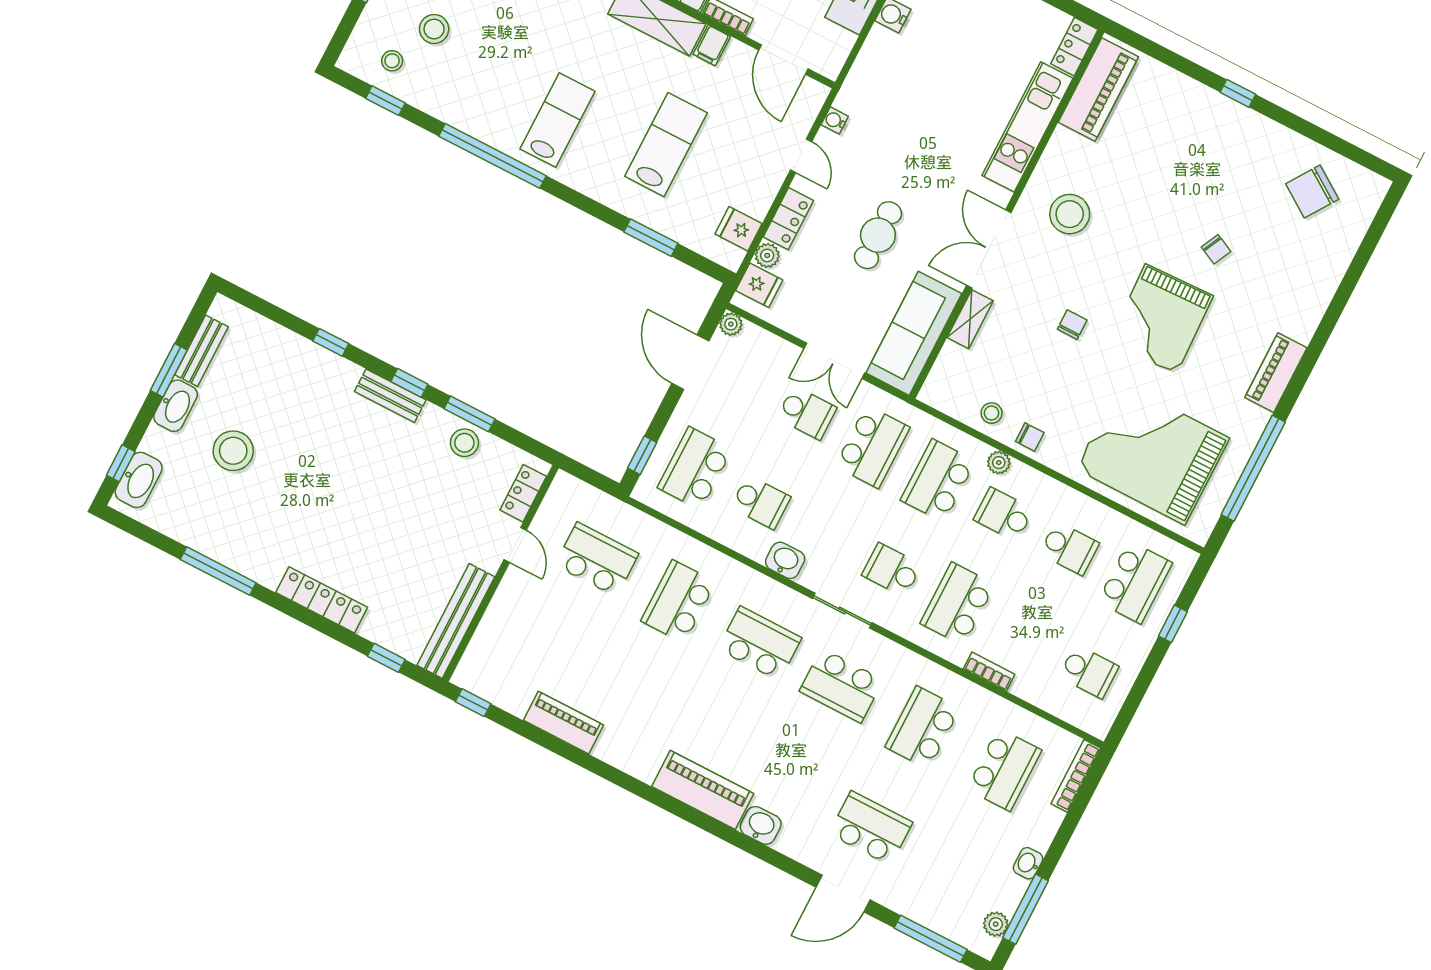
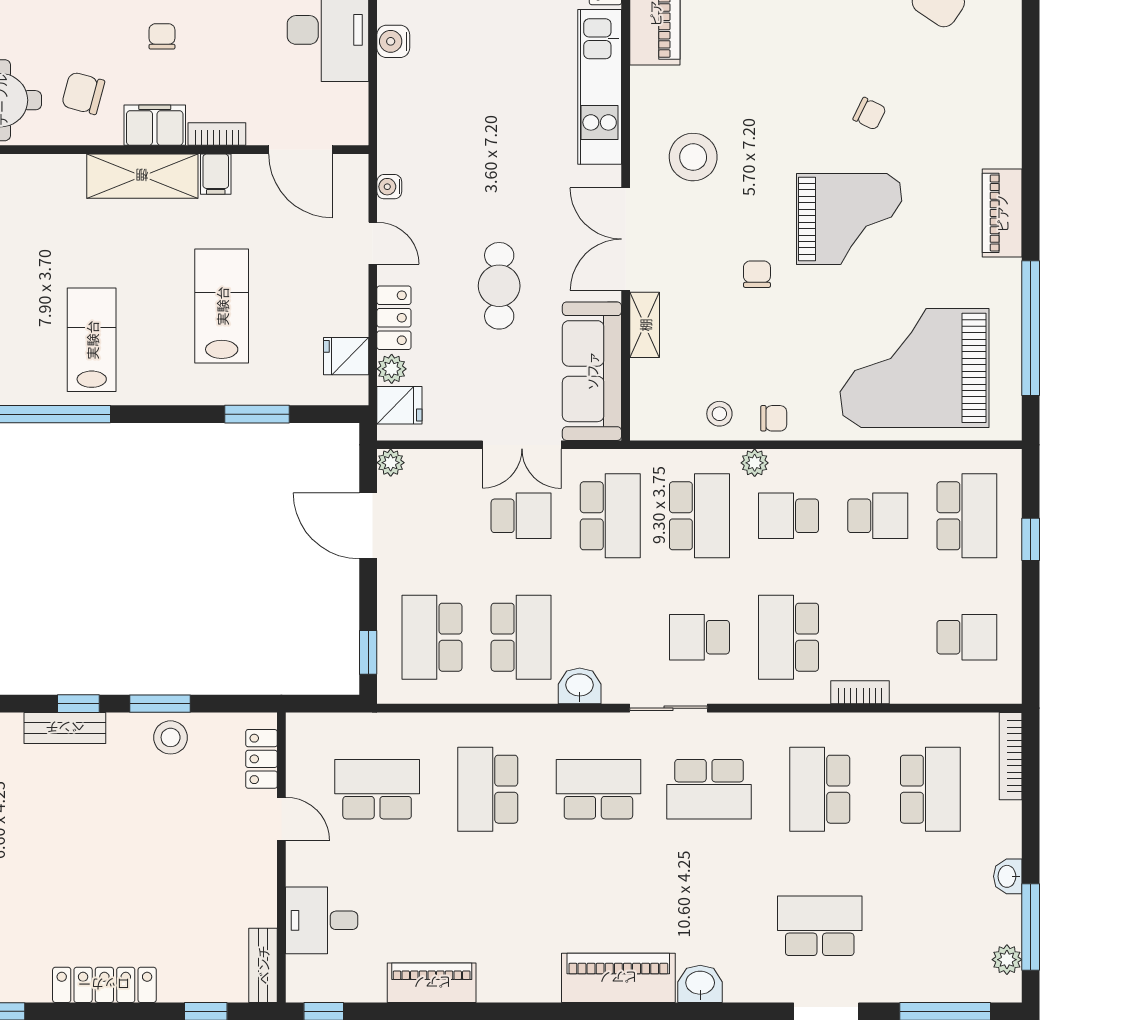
grand piano: (1161, 319) -> (849, 219), turned -88
school desk: (938, 481) -> (699, 516), turned 180
school desk: (761, 502) -> (521, 637), width x1.85
bench: (456, 621) -> (263, 965), width x0.54, depth x0.82
desk: (506, 635) -> (322, 920), added

